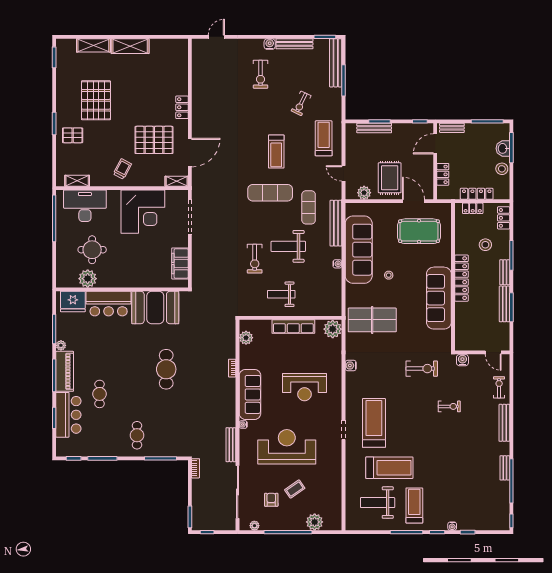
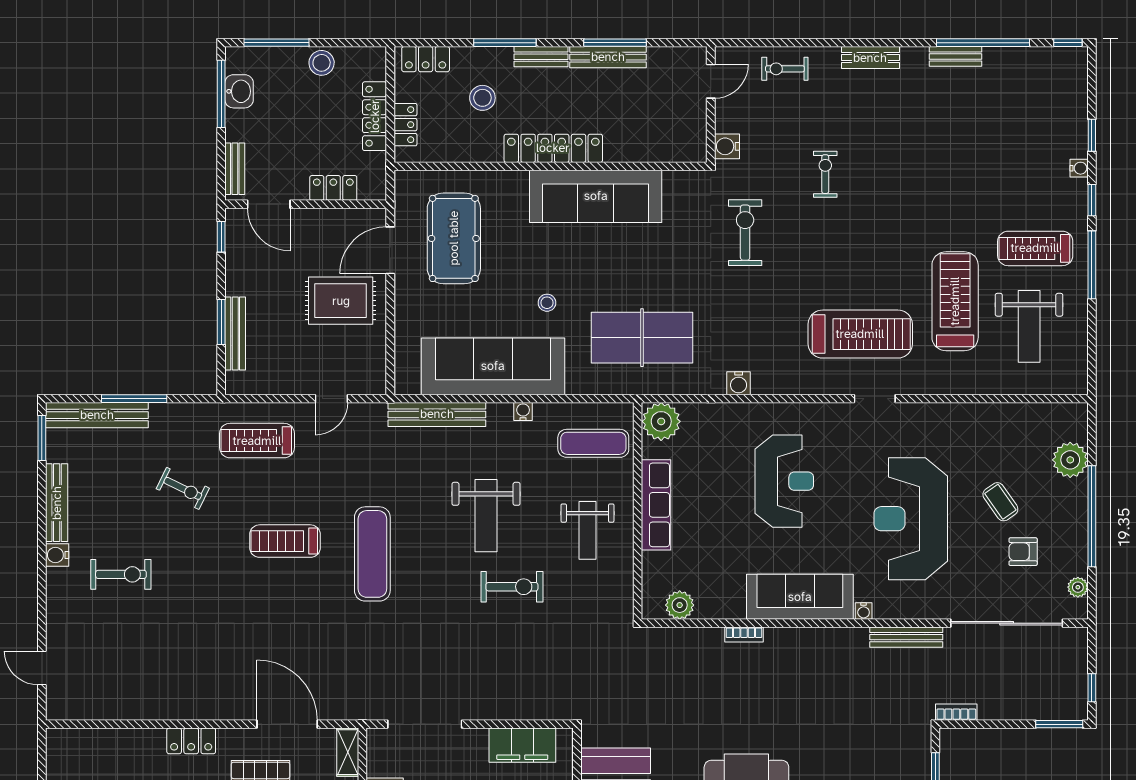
washbasin: (503, 148) -> (239, 91), moved, turned -90
treadmill: (276, 152) -> (285, 541), turned 180
plant: (364, 193) -> (372, 355), removed
exercise mat: (309, 207) -> (593, 443), moved
table tennis table: (372, 320) -> (642, 338), turned 90
treadmill: (374, 423) -> (860, 334), turned 180
bench: (504, 423) -> (870, 58), width x0.73

